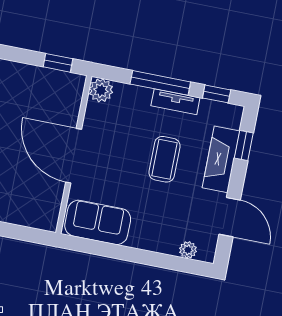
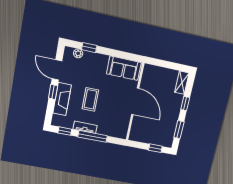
window: (58, 63) -> (155, 148), moved
plant: (101, 90) -> (121, 133), removed
window: (244, 146) -> (53, 92), moved
window: (166, 261) -> (89, 48), added

